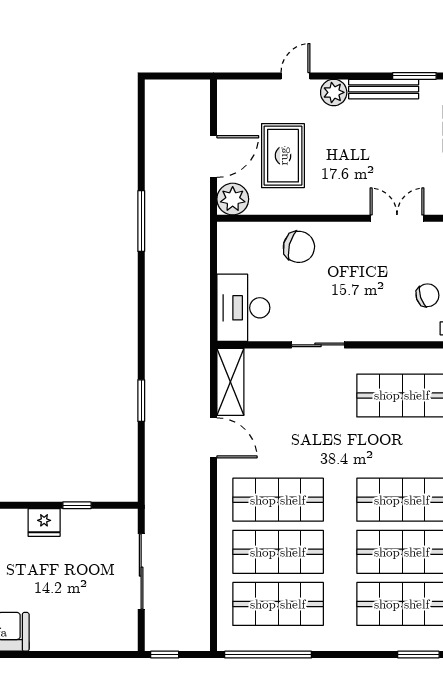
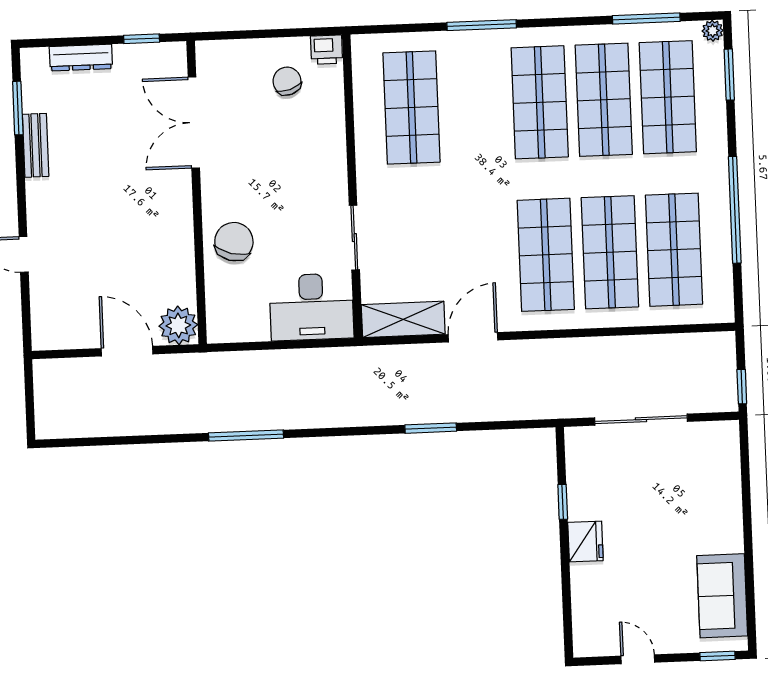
bench: (384, 89) -> (36, 145), width x0.73
plant: (334, 92) -> (42, 207), removed
rug: (283, 156) -> (122, 266), removed
double door: (397, 218) -> (194, 123), width x1.37
window: (141, 221) -> (246, 436), moved
sliding door: (318, 345) -> (354, 238), moved
window: (268, 655) -> (735, 210), moved

